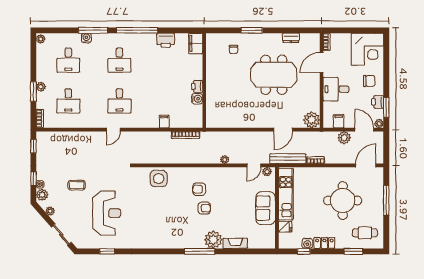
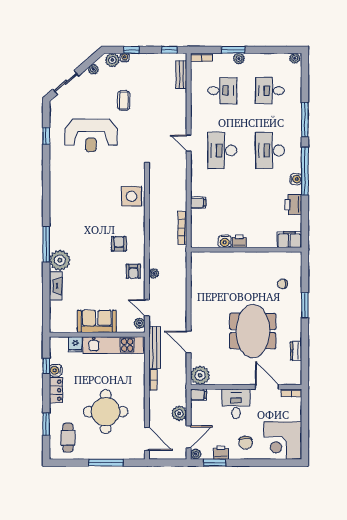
water cooler: (86, 38) -> (296, 179), moved
desk: (119, 60) -> (270, 150), width x1.37
desk: (68, 101) -> (222, 91), turned 180
desk: (119, 101) -> (222, 150), width x1.37
filing cabinet: (339, 121) -> (198, 395), moved
bench: (55, 136) -> (181, 75), added
armchair: (204, 208) -> (133, 271), moved

